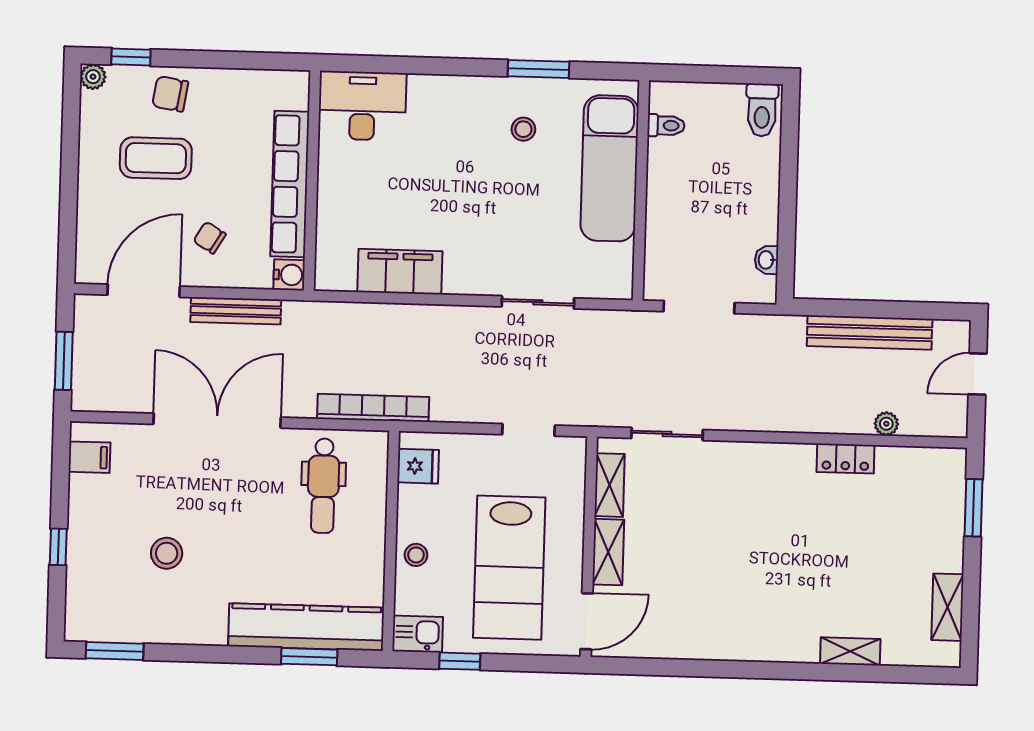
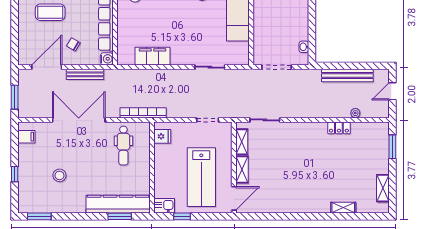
stool: (416, 555) -> (163, 173), removed

